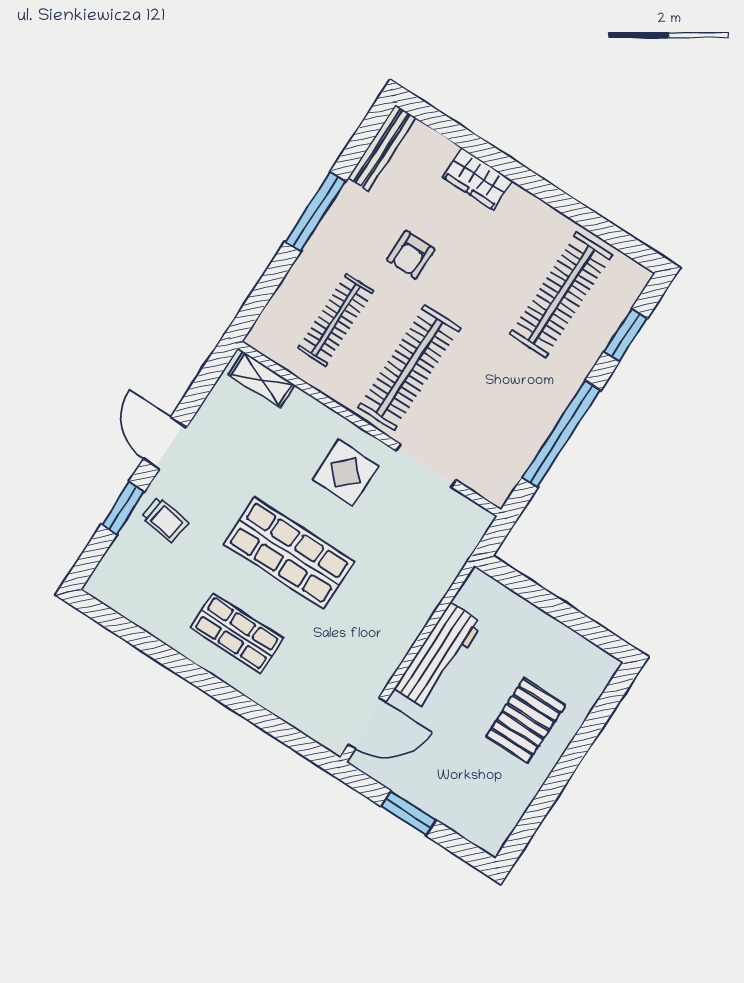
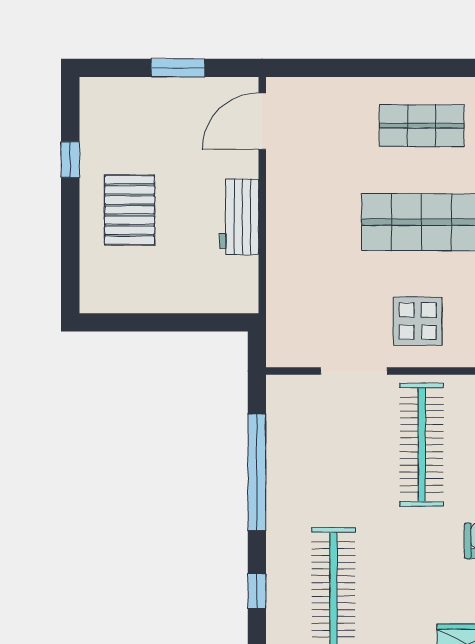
window: (626, 335) -> (257, 591), width x0.67
workbench: (438, 656) -> (239, 217), width x0.73
window: (548, 795) -> (70, 160), added

